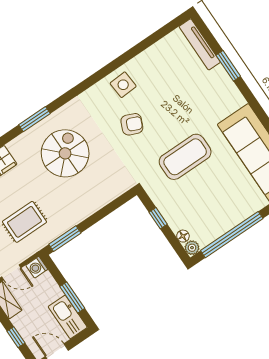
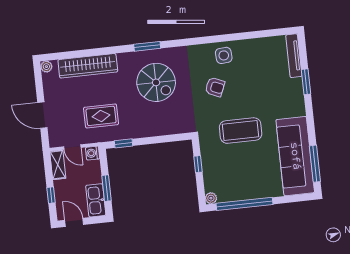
spiral stairs: (65, 153) -> (156, 82), turned 90
floor lamp: (183, 236) -> (209, 186), removed
window: (65, 239) -> (123, 143), width x0.67

